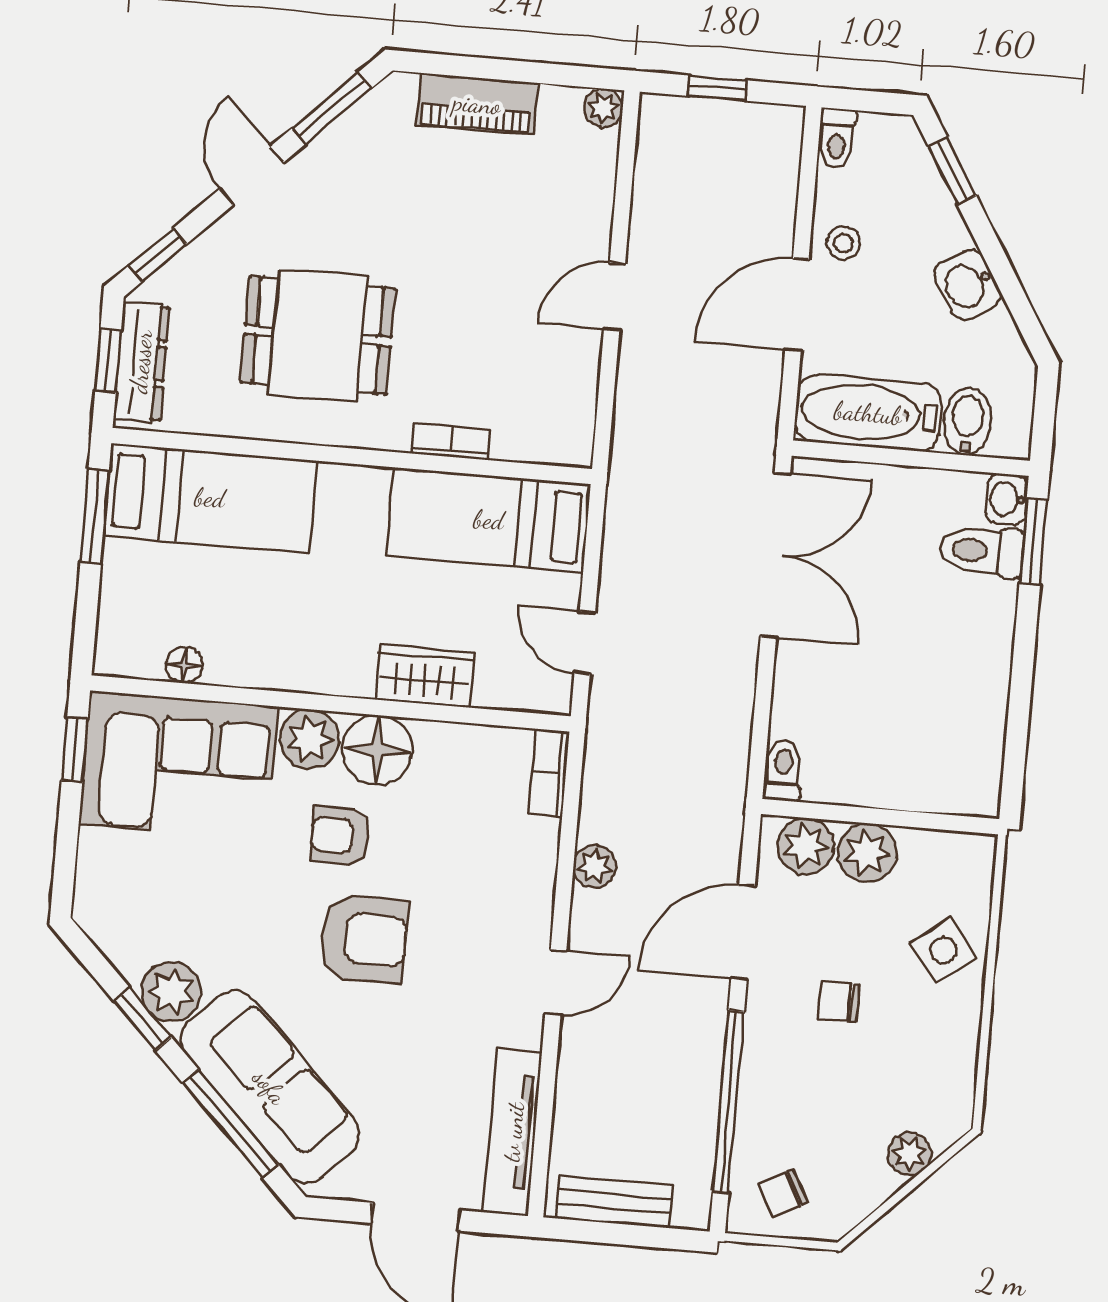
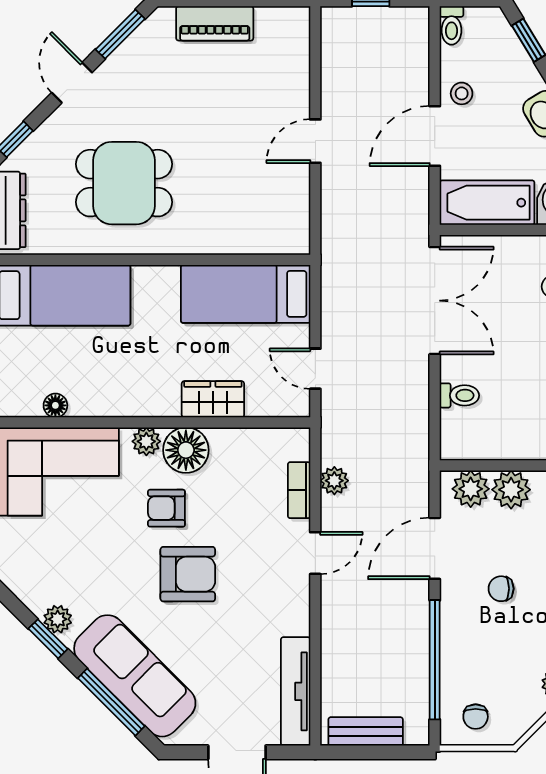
plant: (604, 108) -> (298, 19), removed
bookcase: (451, 442) -> (217, 245), removed
plant: (309, 739) -> (146, 441), width x0.73, depth x0.73
toilet: (783, 770) -> (459, 395), moved, turned 90
bookcase: (549, 773) -> (299, 490), moved
plant: (595, 866) -> (334, 481), moved
door: (556, 982) -> (315, 553), moved
plant: (171, 992) -> (58, 619), width x0.73, depth x0.73
chair: (783, 1193) -> (476, 717), turned -62

